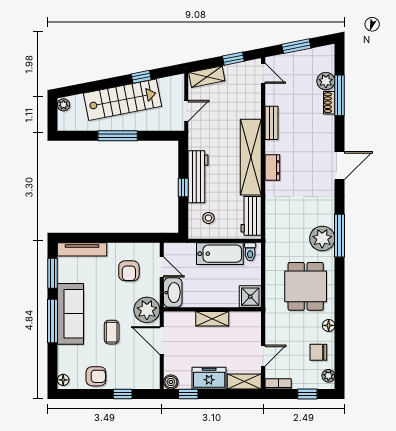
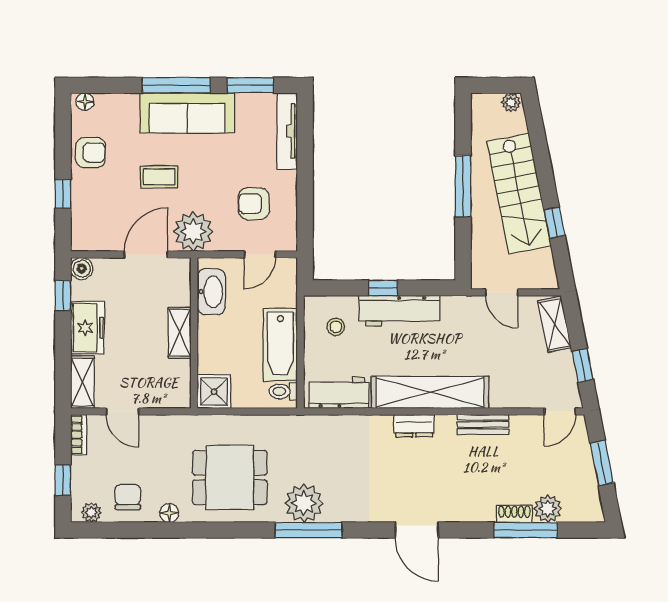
washbasin: (173, 293) -> (211, 292), moved, turned -90
armchair: (96, 376) -> (91, 153), turned -90

